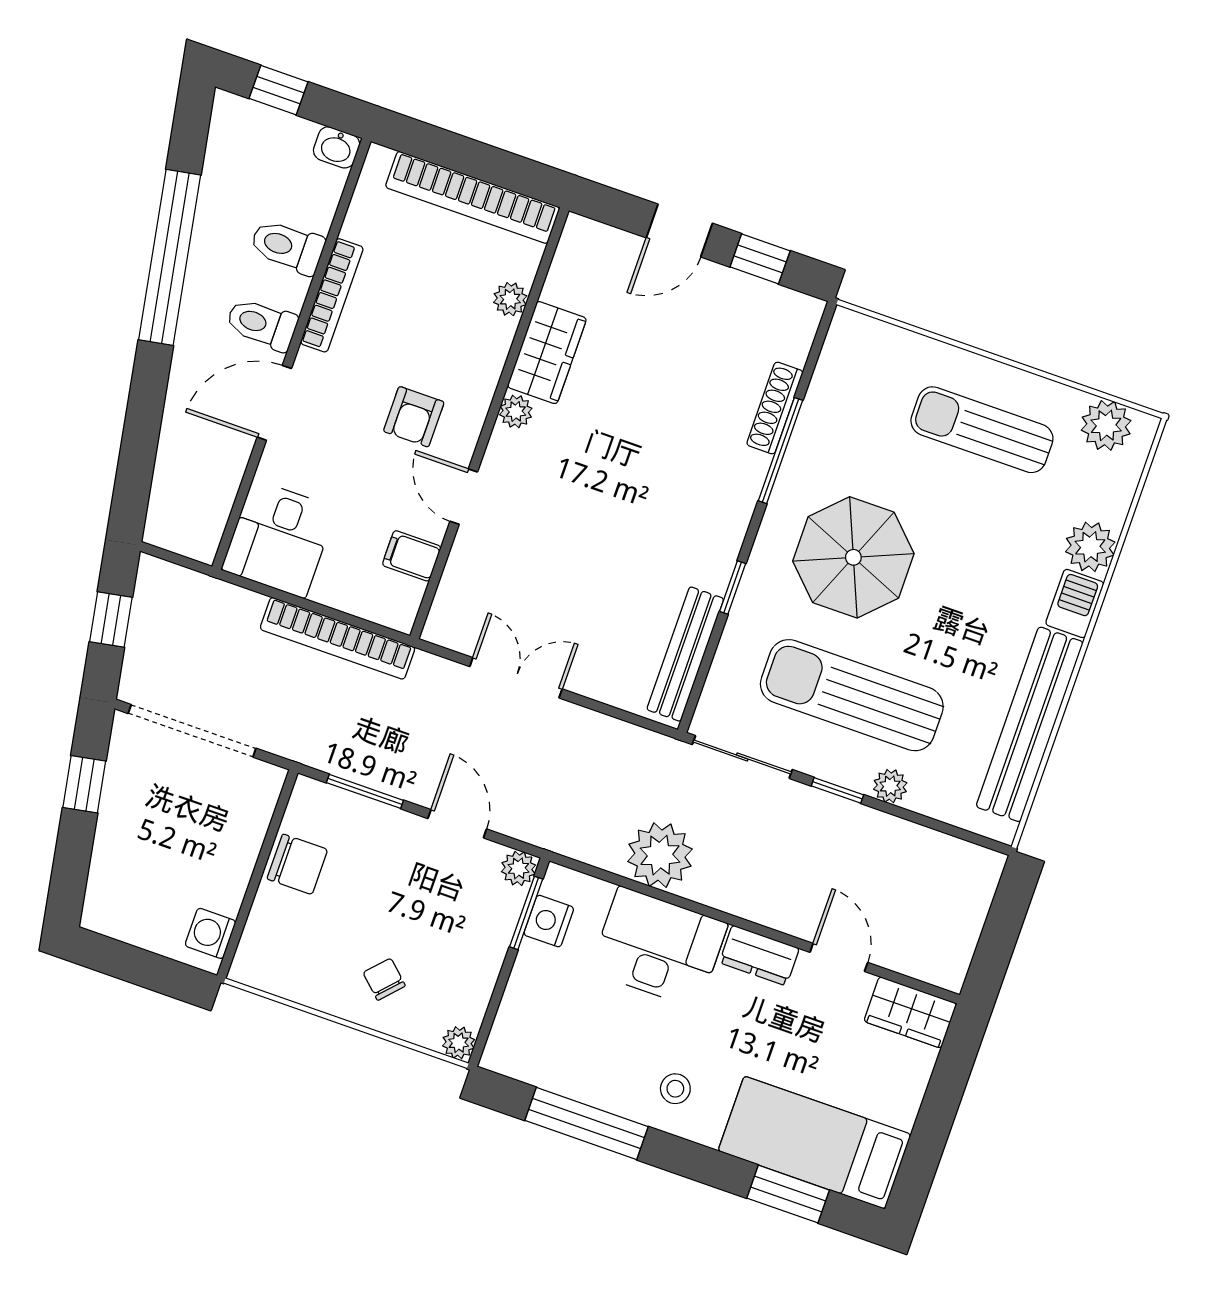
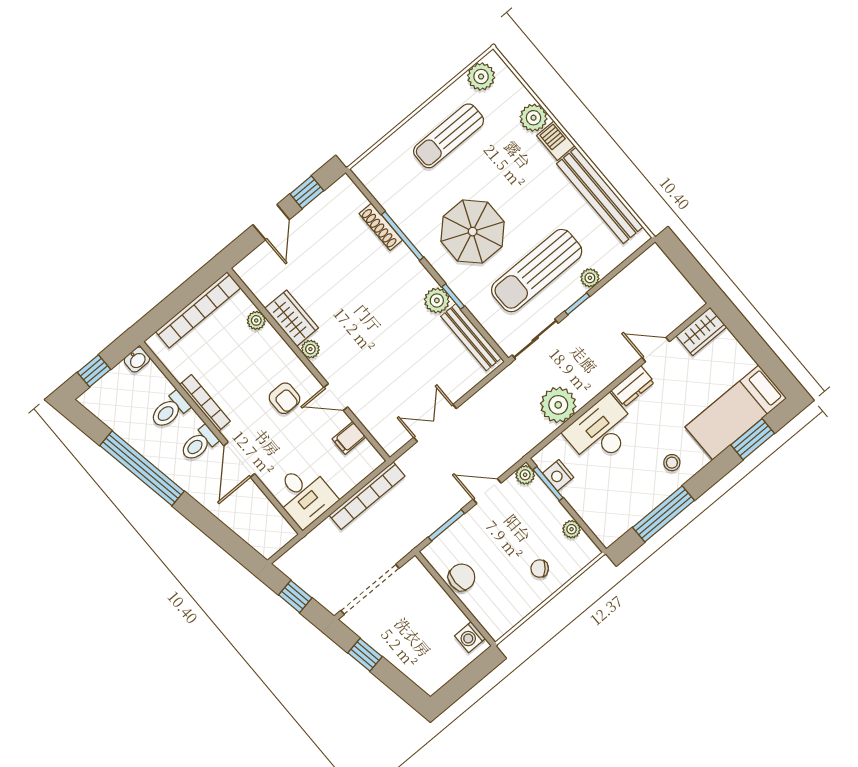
plant: (711, 566) -> (437, 300), added
plant: (459, 1043) -> (572, 529), moved

